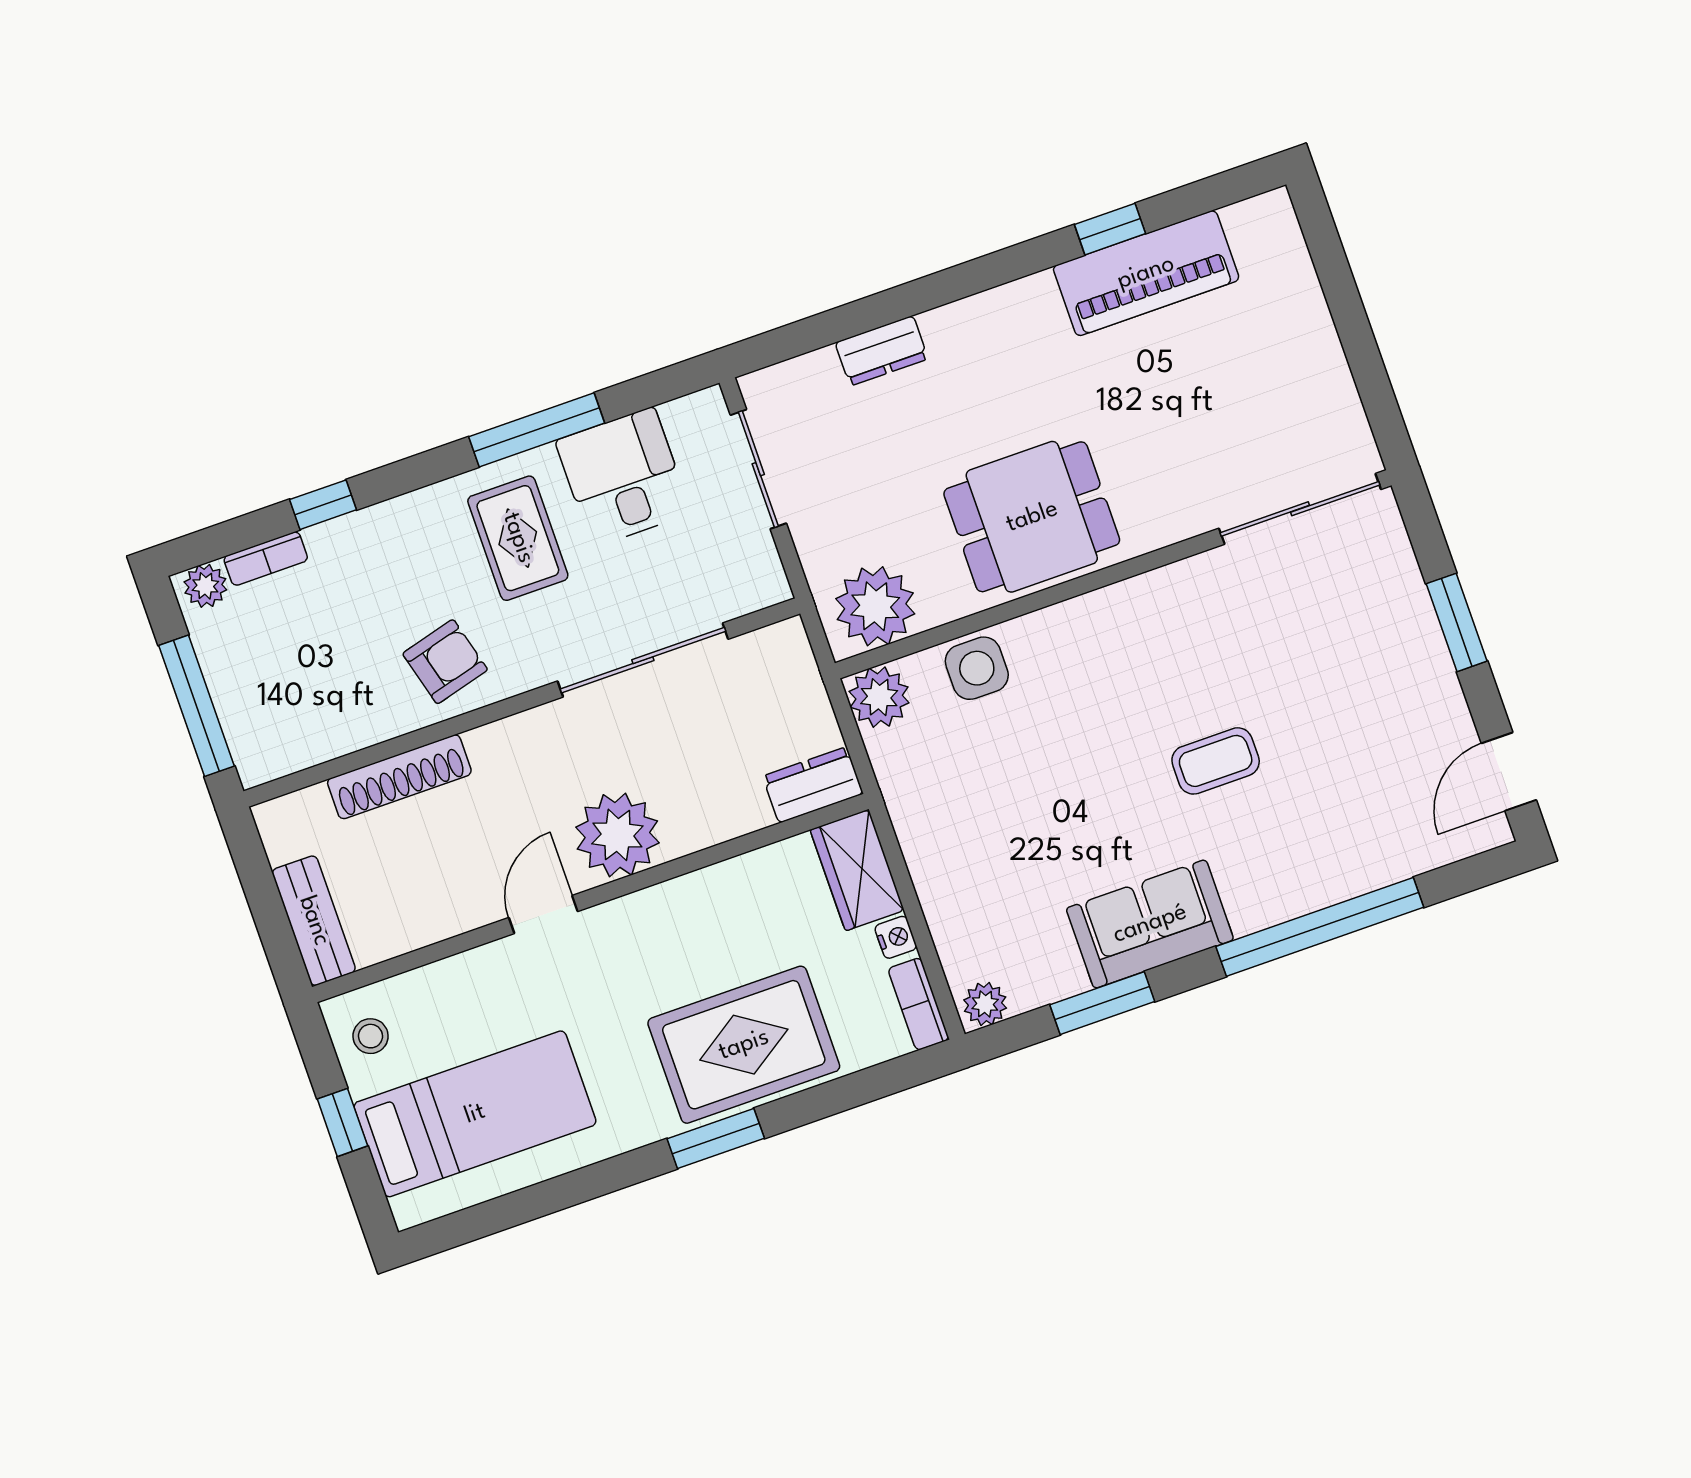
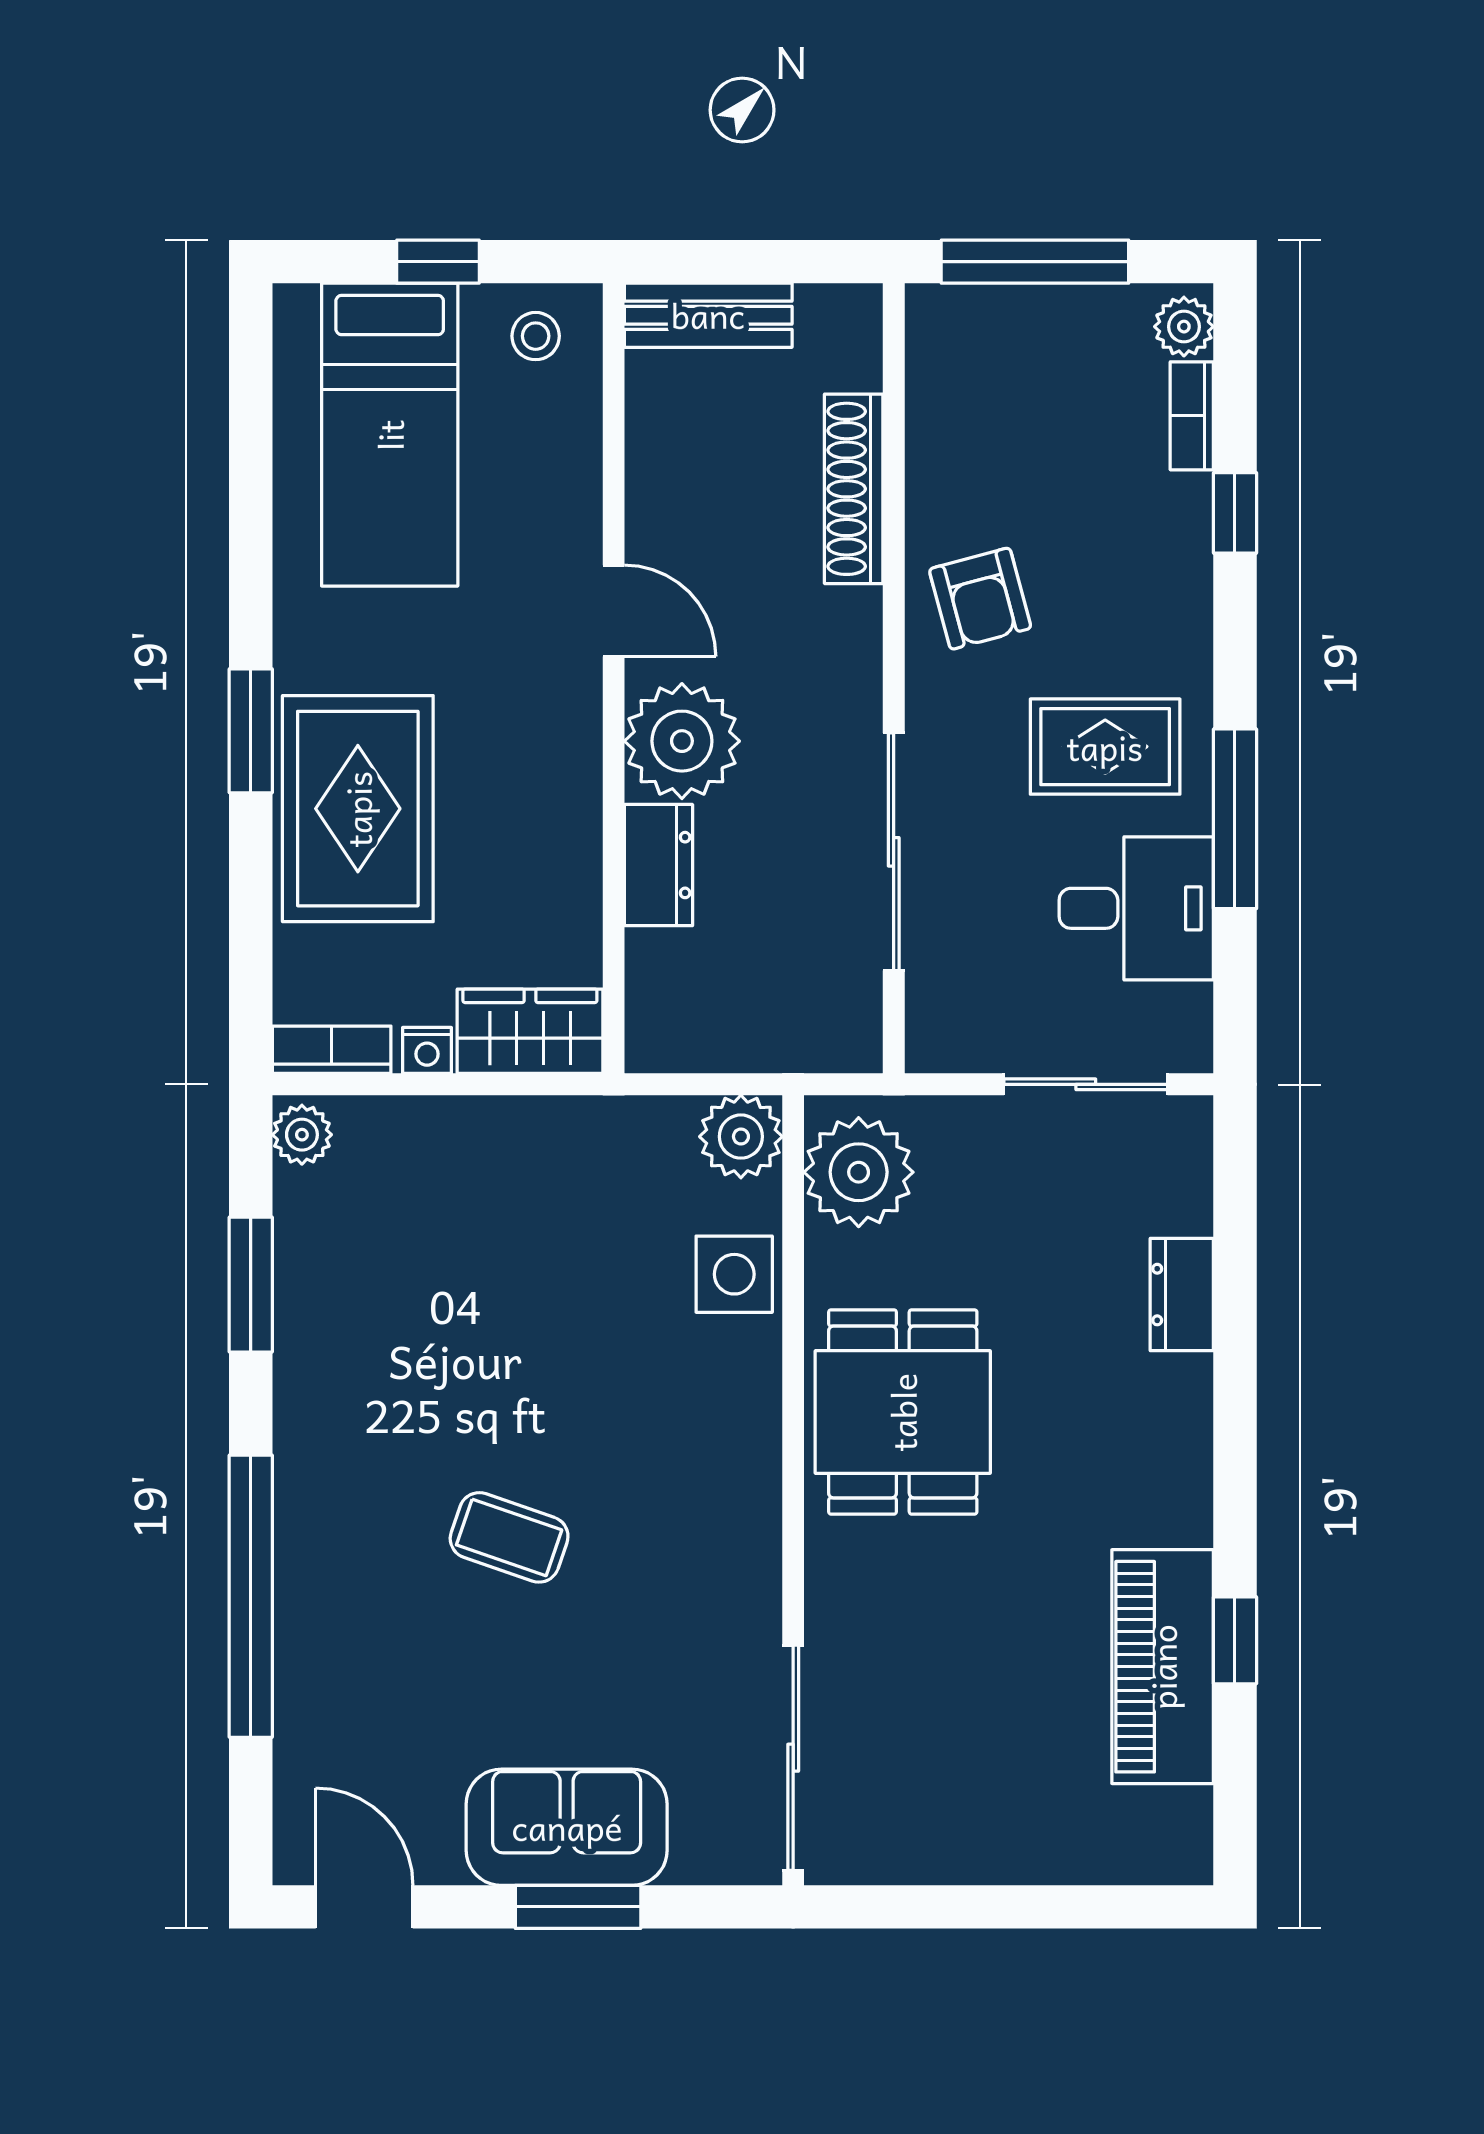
coffee table: (1216, 761) -> (509, 1537), turned -71
dresser: (813, 785) -> (658, 865), moved
sofa: (1150, 924) -> (567, 1827), moved, turned -90

